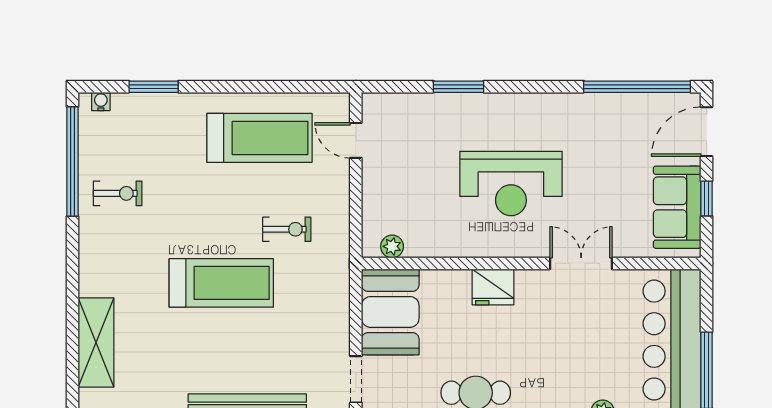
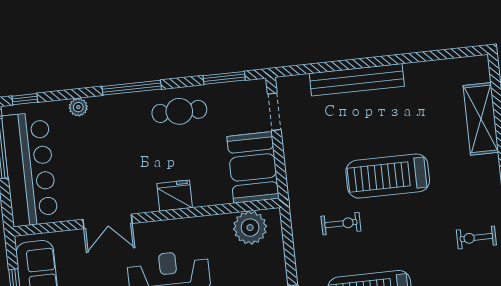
exercise bike: (287, 229) -> (341, 224), turned 180
plant: (392, 246) -> (250, 228), width x1.87, depth x1.87

